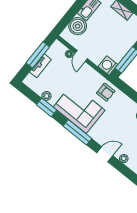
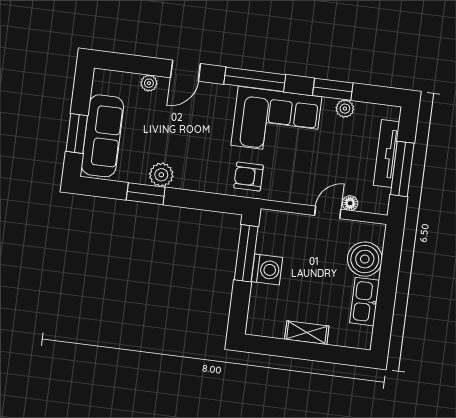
door: (81, 56) -> (328, 212), hinge flipped
tv unit: (40, 66) -> (386, 153), width x1.41
washing machine: (108, 66) -> (267, 270), moved

